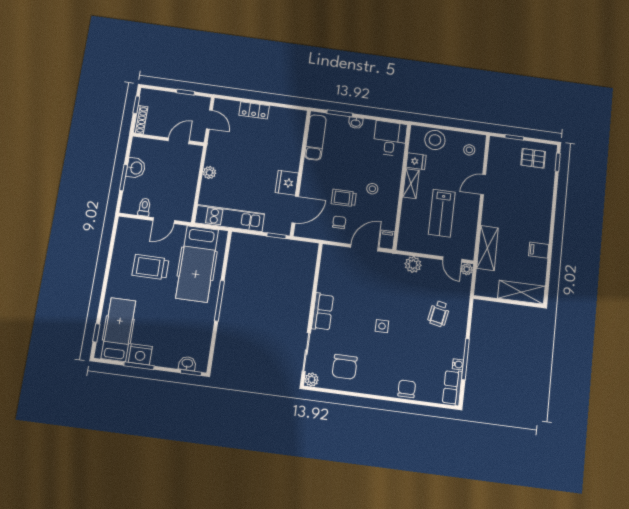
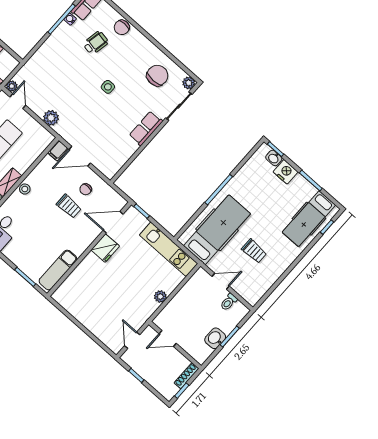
locker: (254, 110) -> (92, 324), removed
washbasin: (356, 123) -> (18, 261), removed
stool: (372, 189) -> (25, 189), moved
trolley: (151, 267) -> (254, 251), width x0.73, depth x0.72
wheelchair: (439, 314) -> (96, 43), moved
nightstand: (140, 354) -> (286, 172), moved

